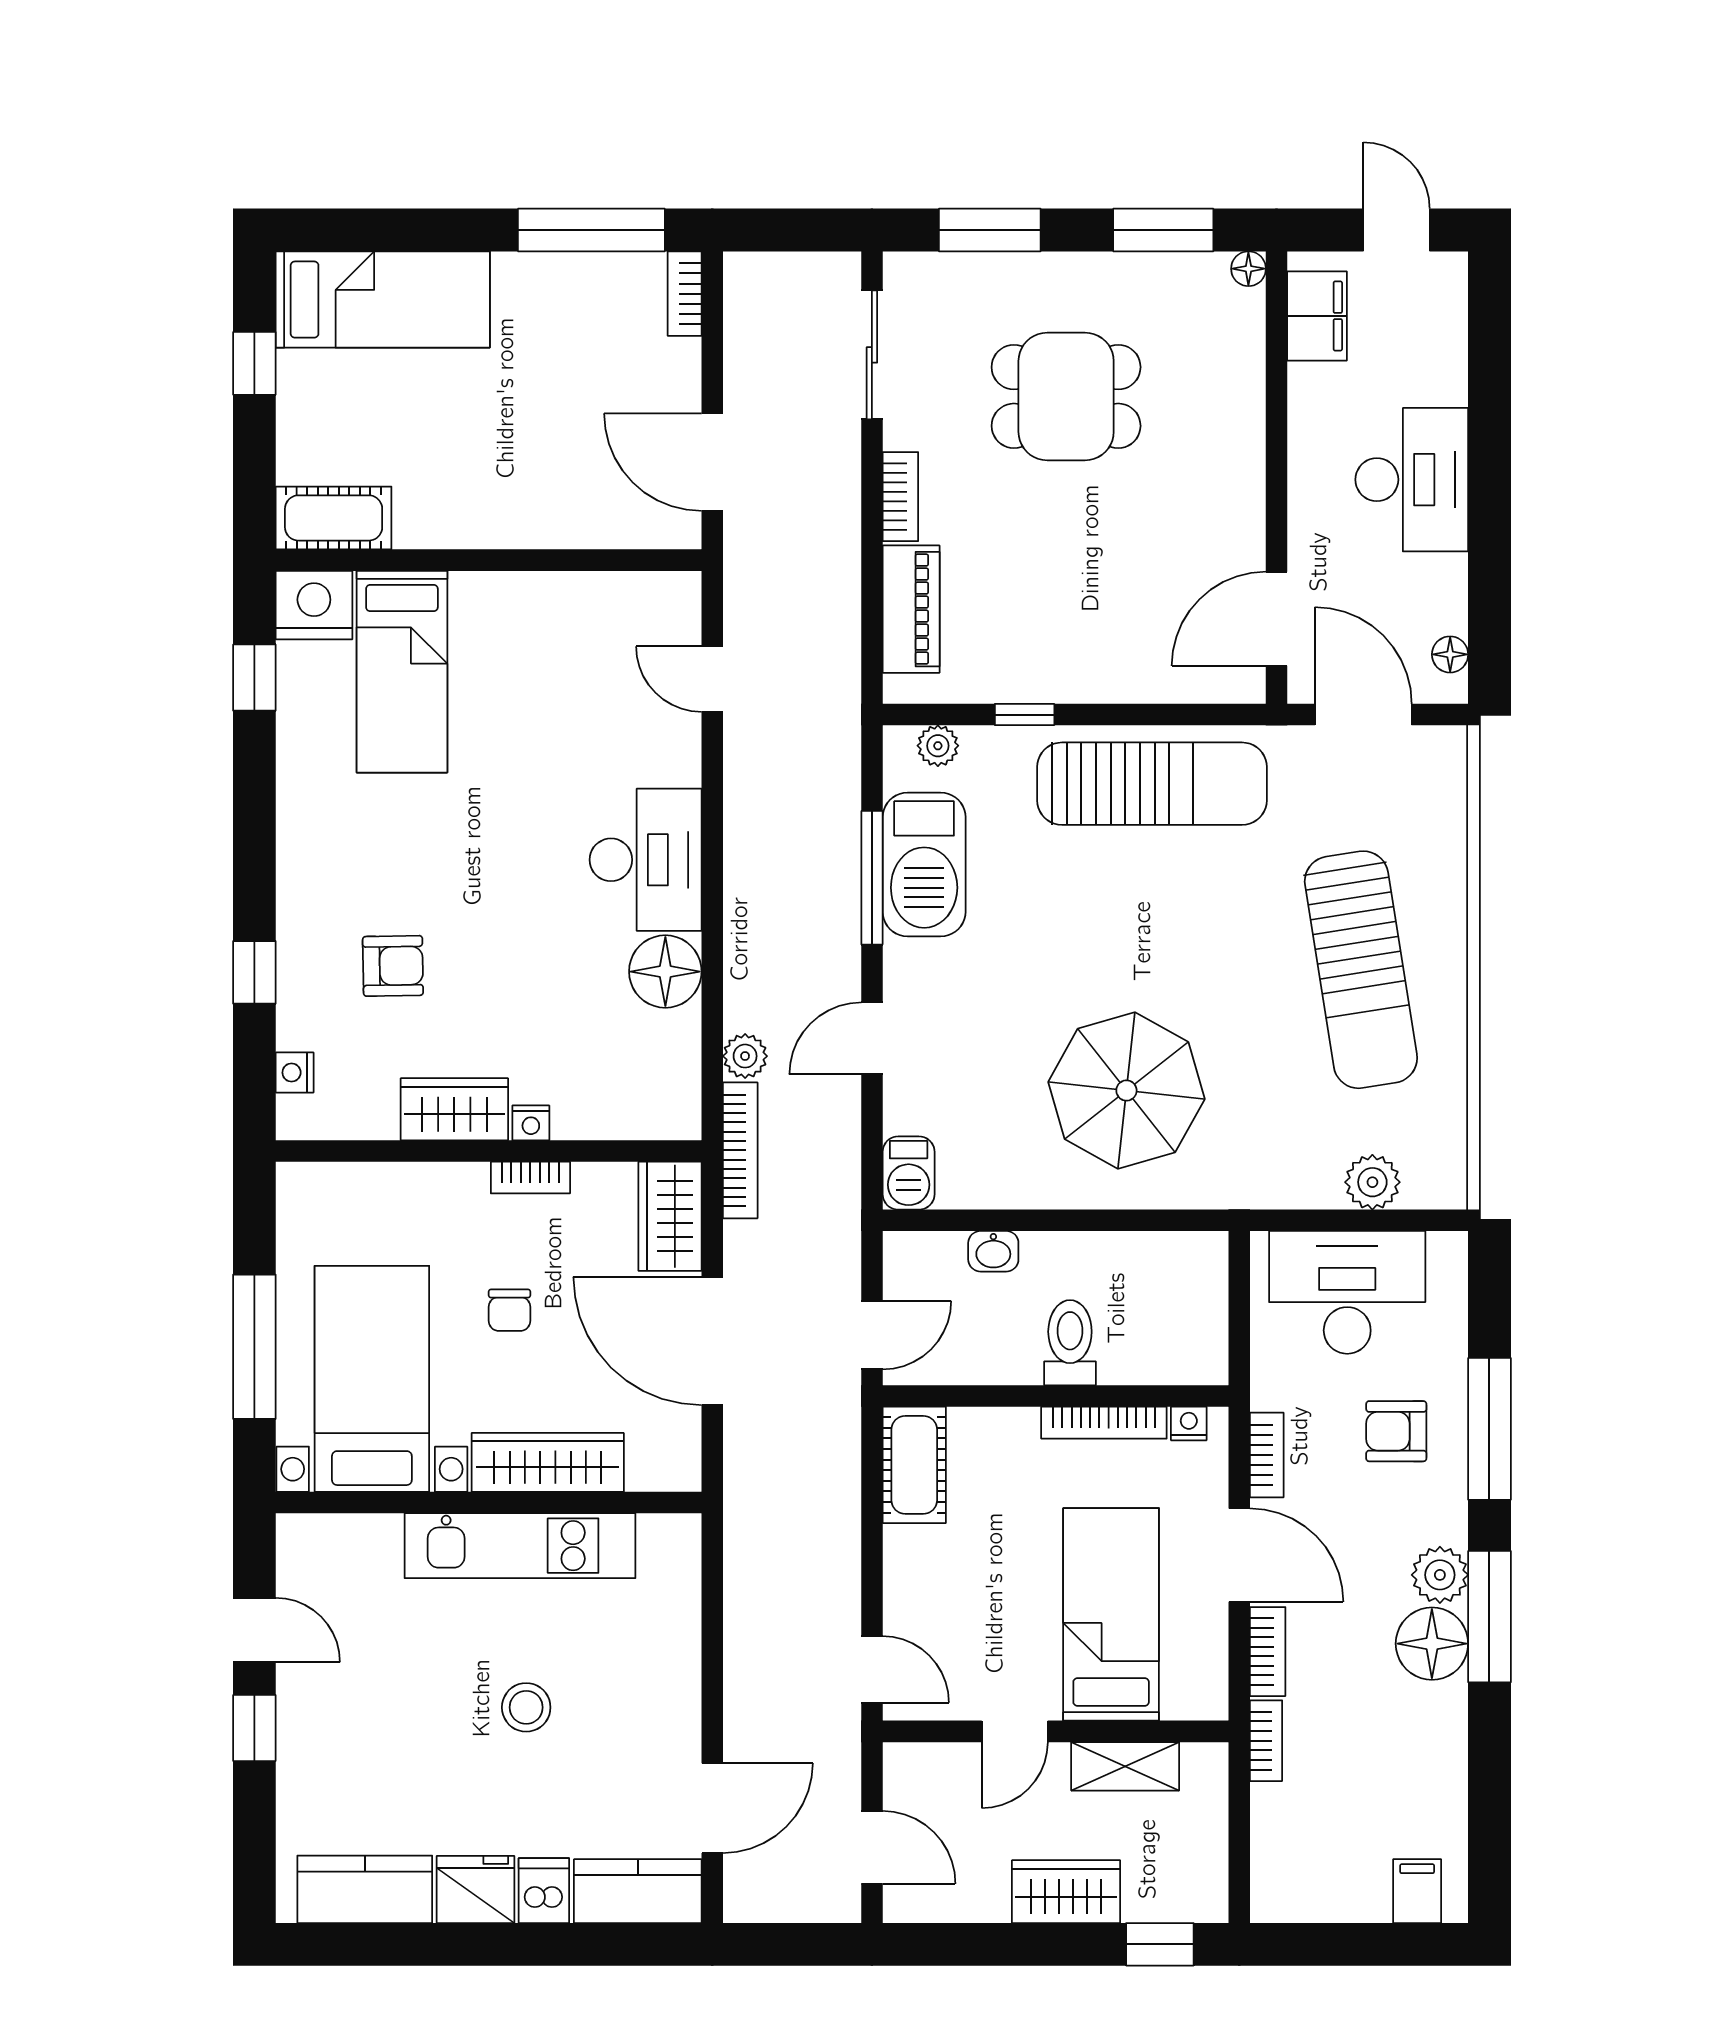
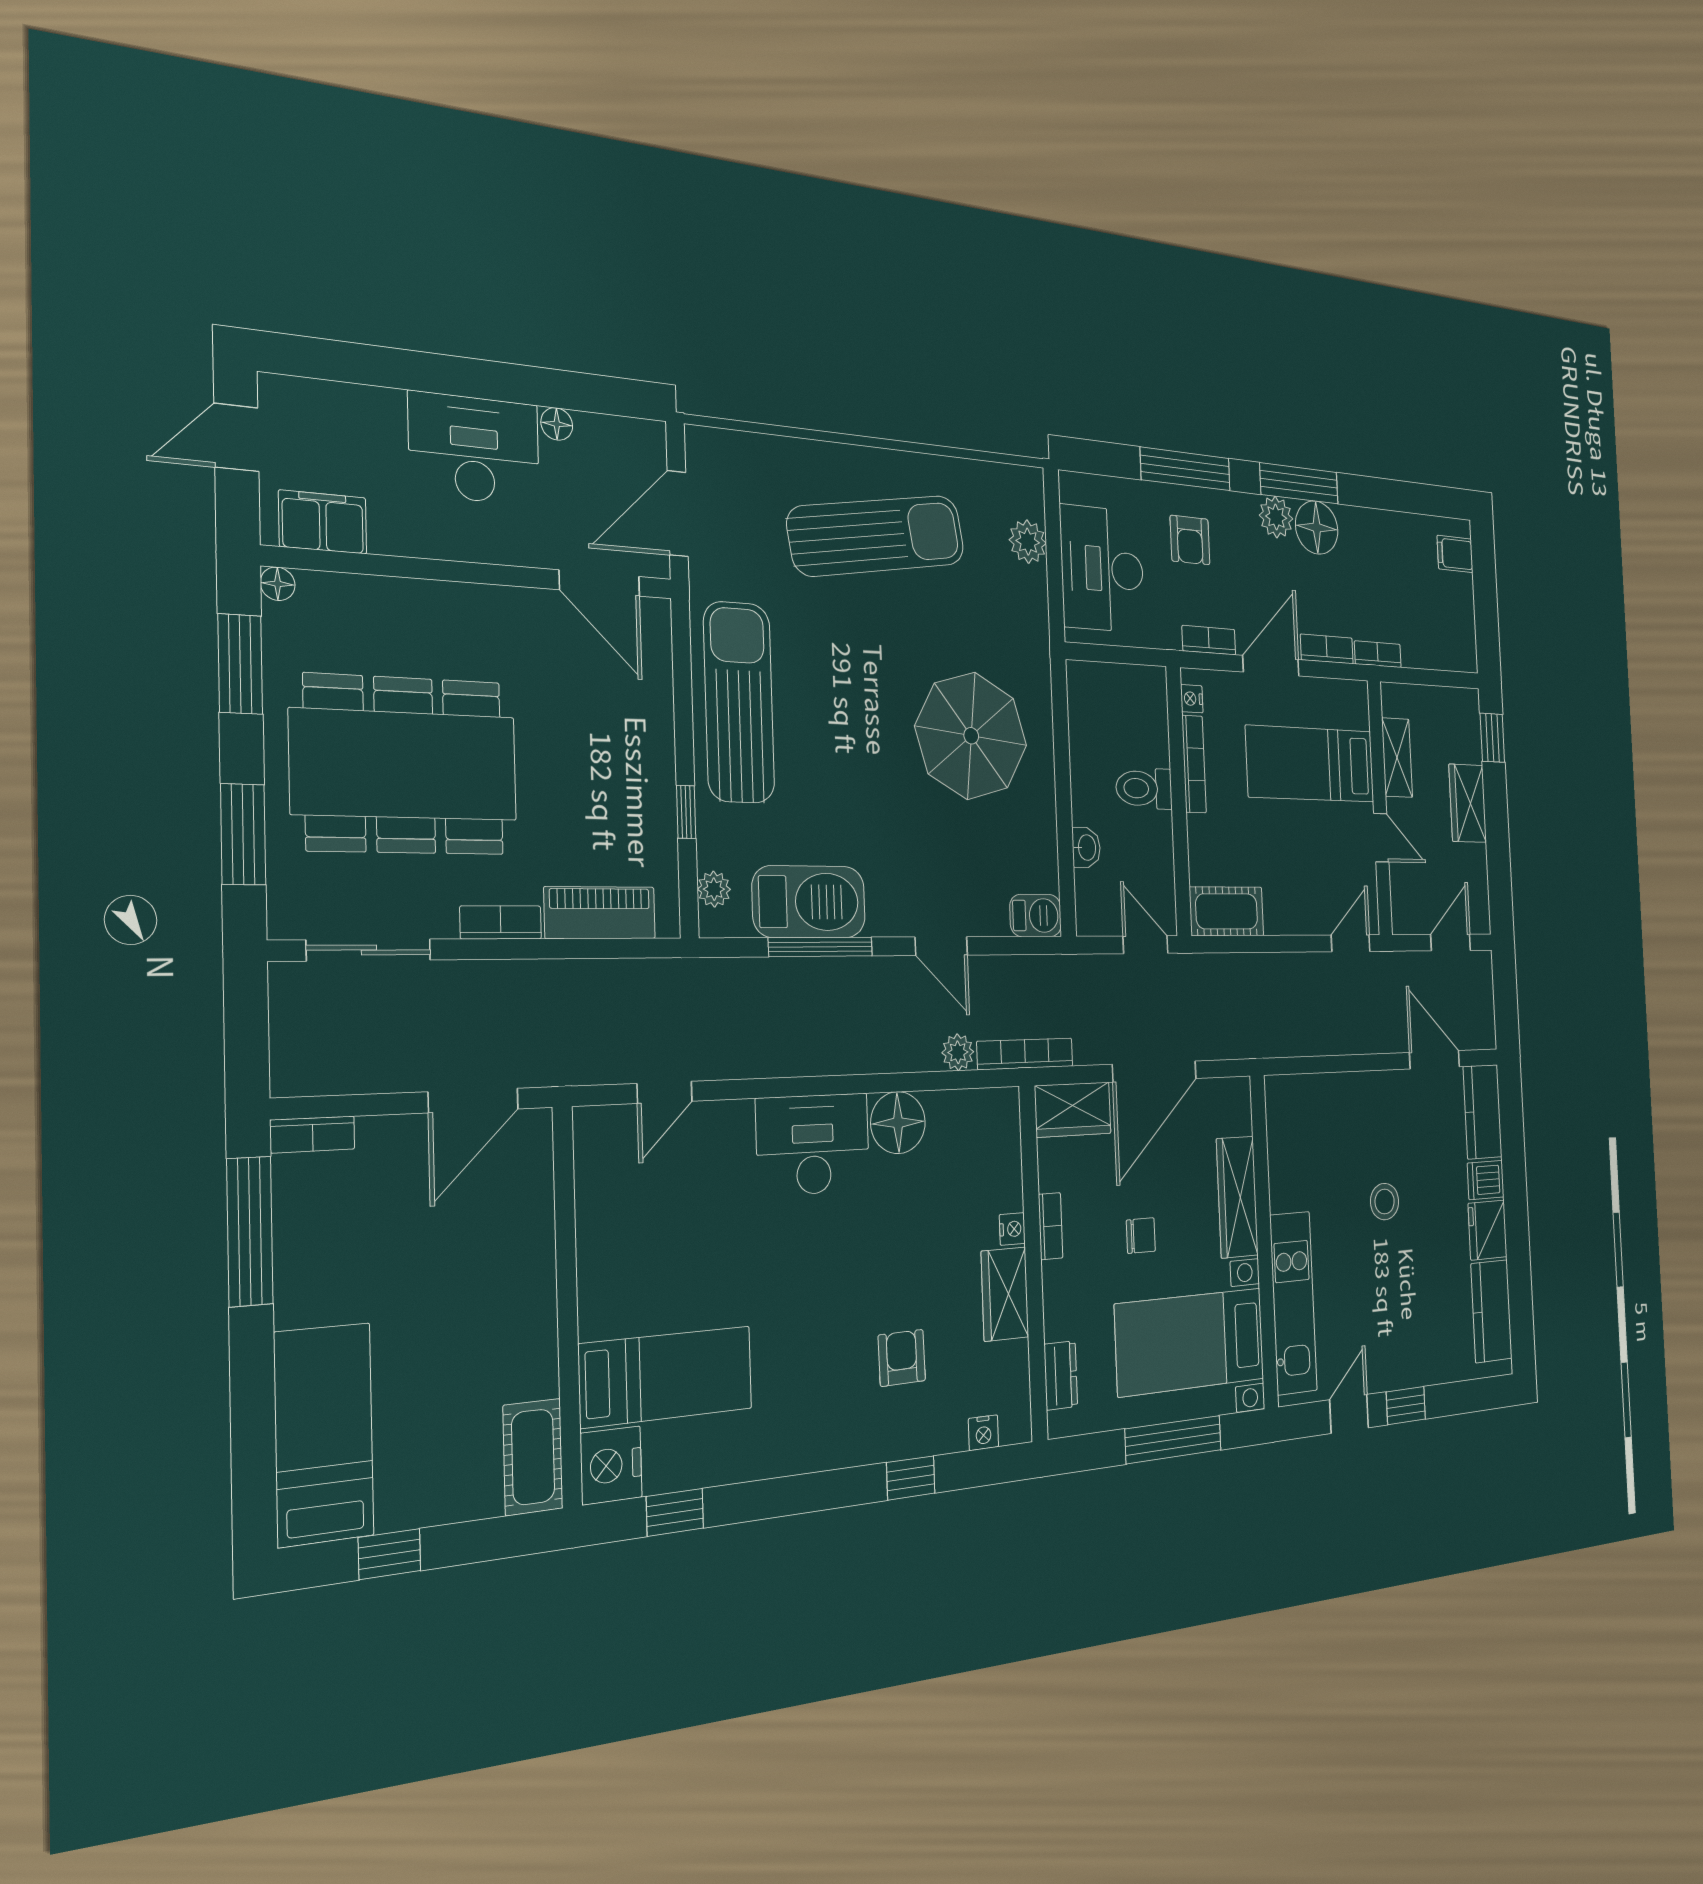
dining table: (1066, 396) -> (405, 765), width x1.88, depth x1.24
floor lamp: (1450, 654) -> (557, 424), moved
dresser: (350, 1184) -> (1061, 1375), added
kitchen unit: (520, 1546) -> (1293, 1303), moved

